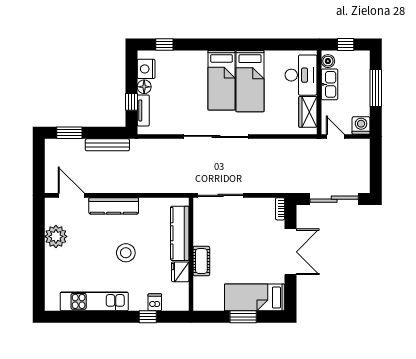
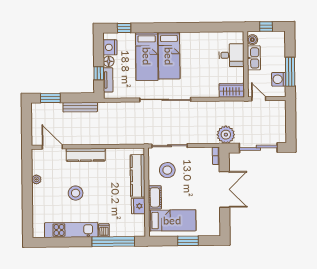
desk: (301, 75) -> (231, 55), width x0.73
bed: (250, 81) -> (147, 56), moved
window: (376, 88) -> (290, 72), moved
wardrobe: (308, 112) -> (231, 90), moved, turned 90
washing machine: (361, 125) -> (279, 79), moved, turned -90
plant: (293, 182) -> (226, 135), added
stool: (218, 226) -> (167, 170), added
plant: (56, 236) -> (36, 179), width x0.53, depth x0.53
stool: (126, 253) -> (76, 193), moved
bed: (255, 297) -> (172, 220), moved, turned 180
dishwasher: (155, 302) -> (104, 230), moved
window: (148, 317) -> (113, 242), width x3.17

